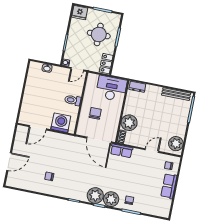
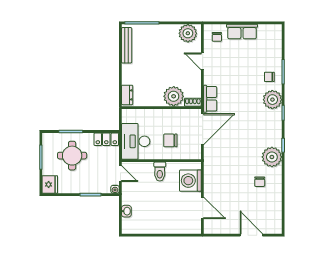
desk: (111, 88) -> (136, 141), moved
plant: (95, 195) -> (272, 157), moved

